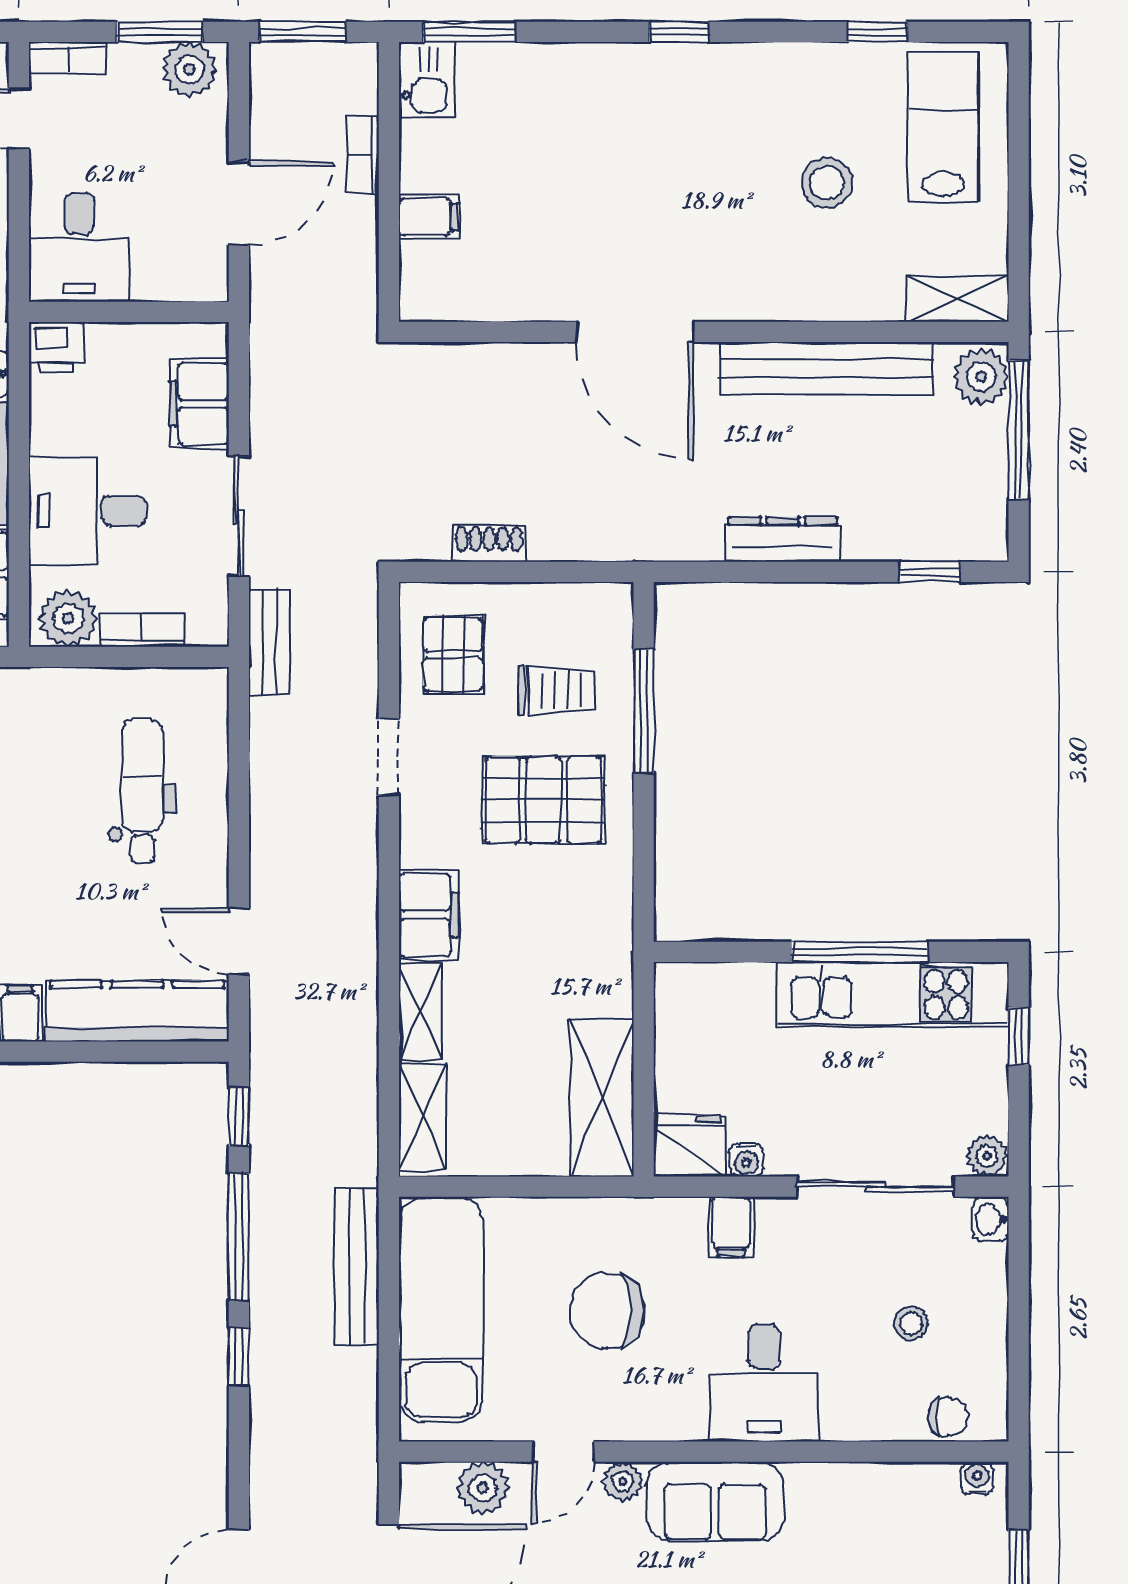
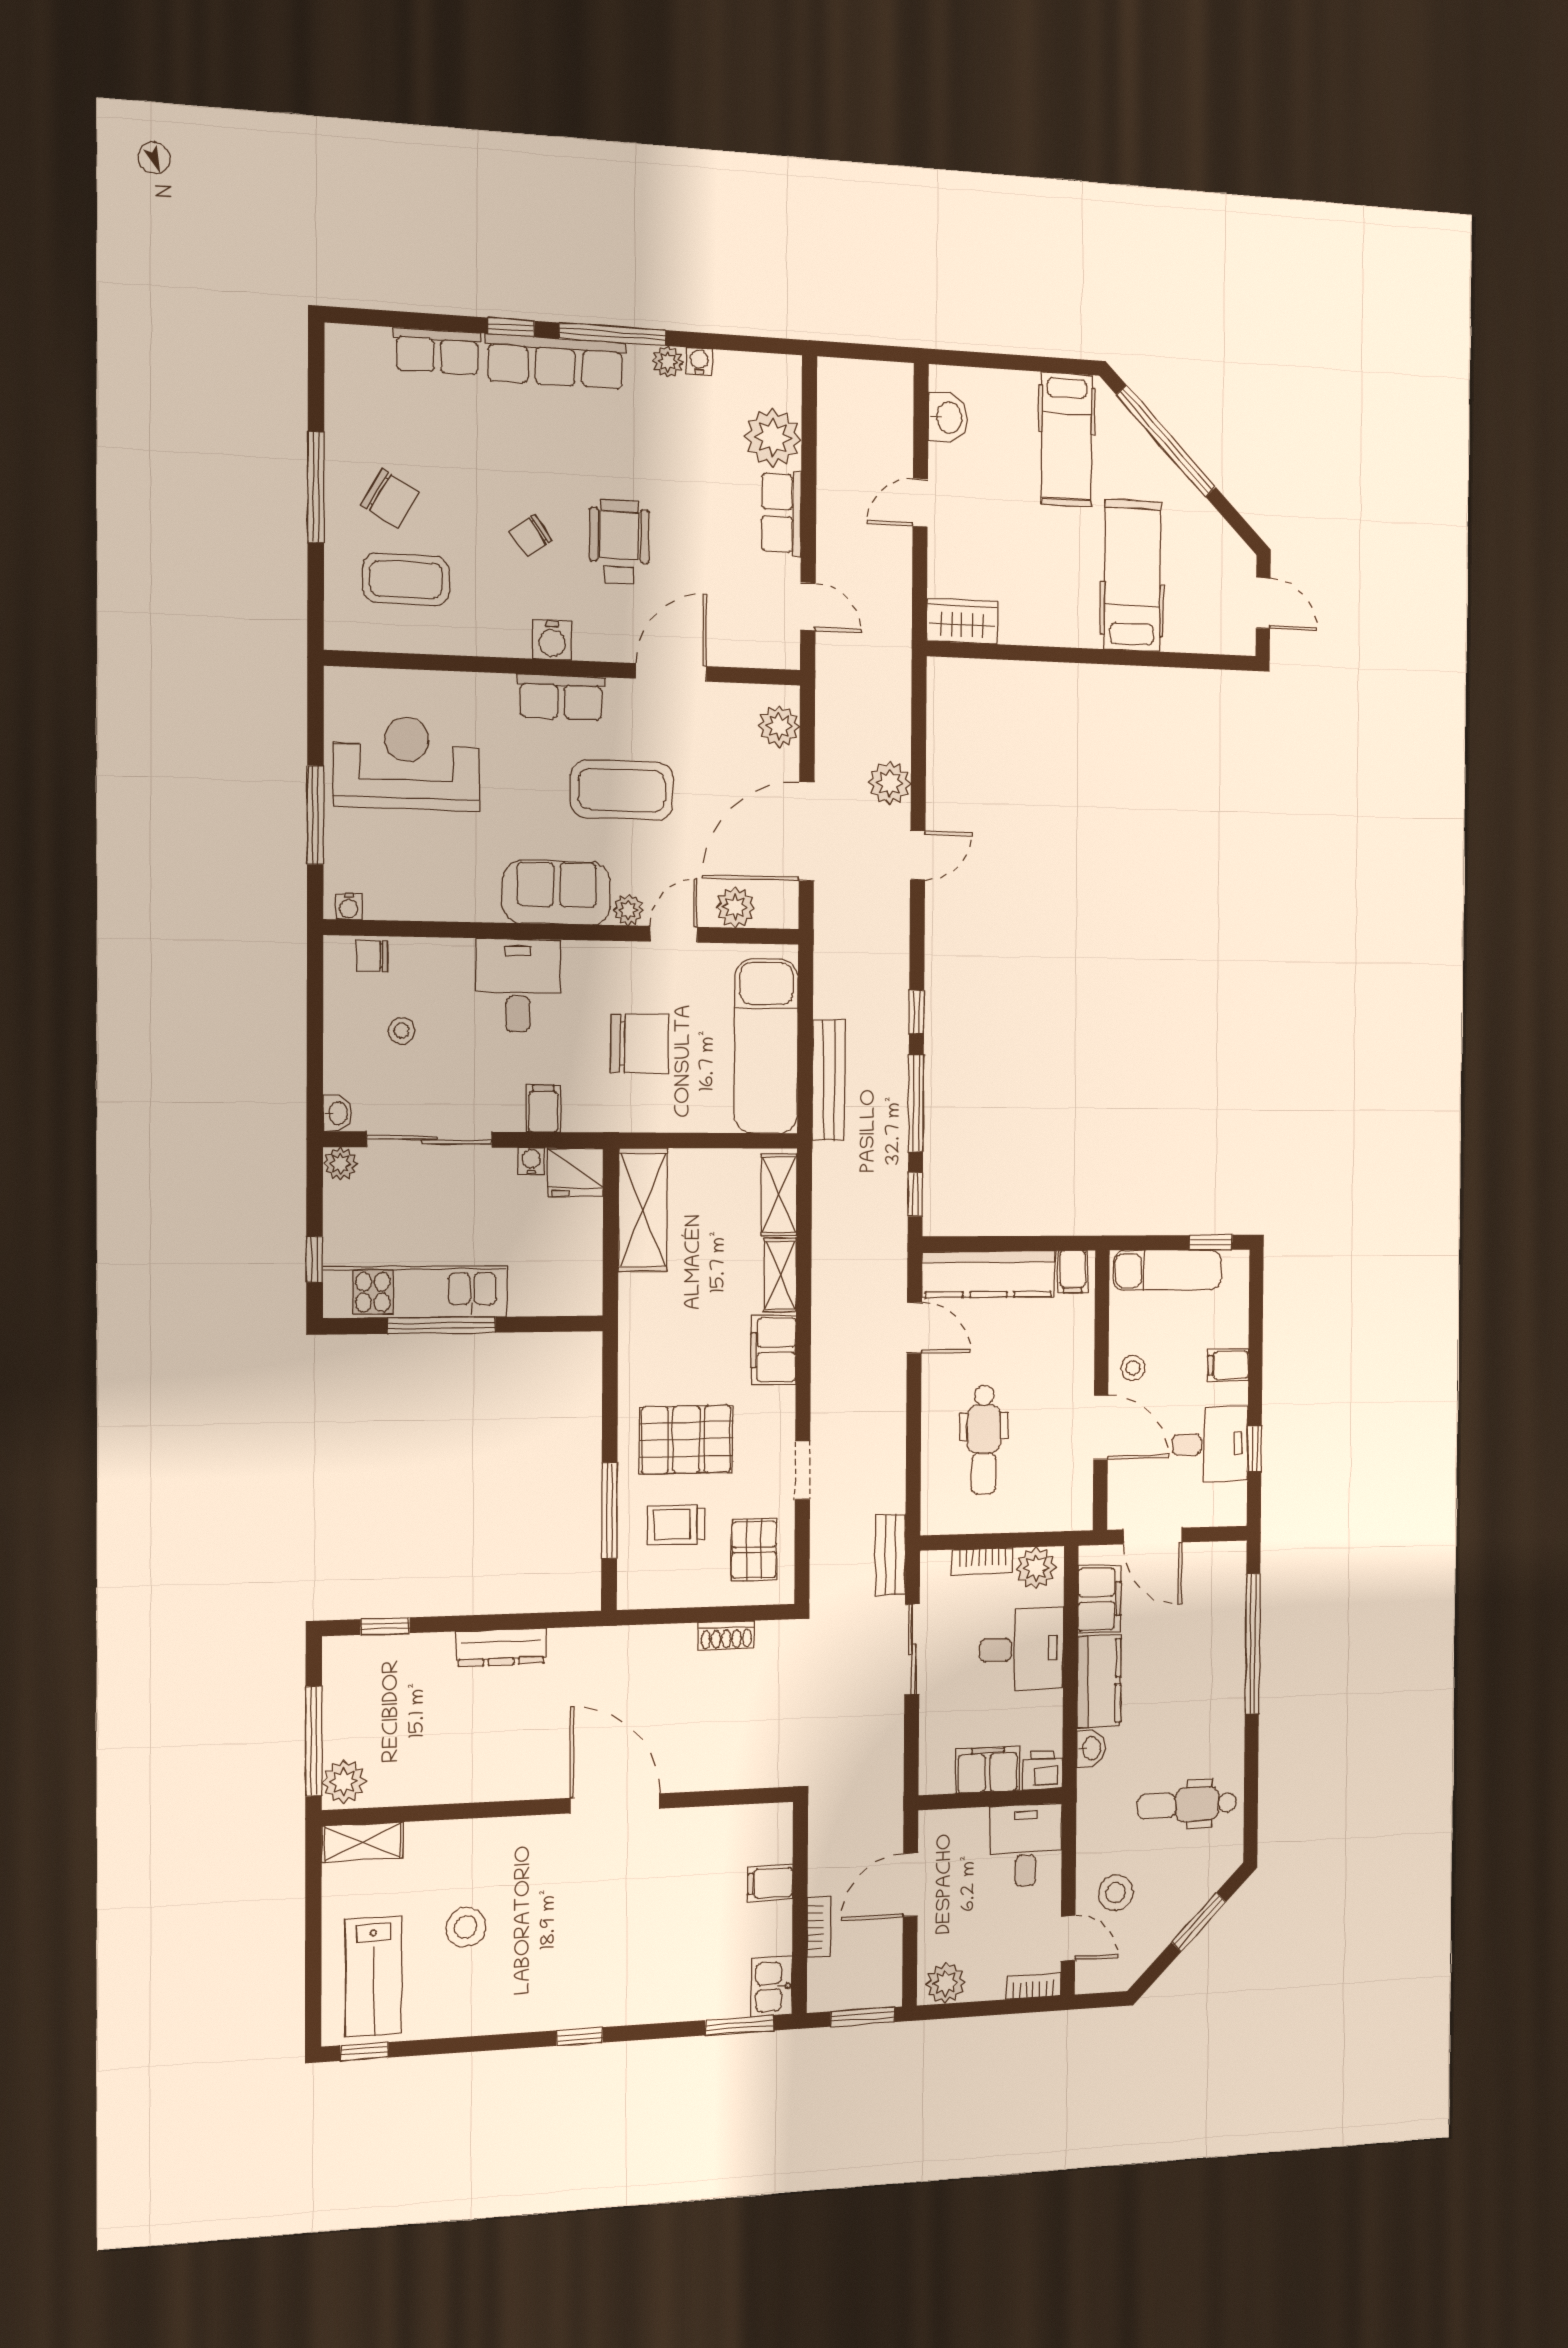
window: (160, 32) -> (967, 2010), removed
window: (877, 32) -> (364, 2051), moved
bench: (826, 368) -> (466, 1782), removed
filing cabinet: (199, 404) -> (988, 1770), moved, turned -90

